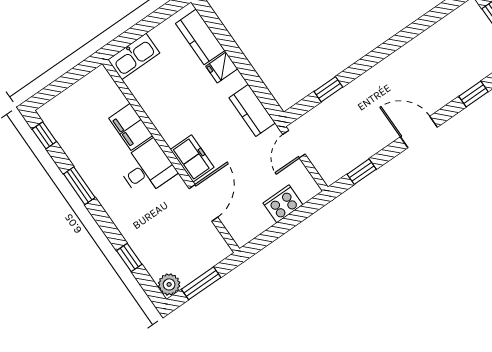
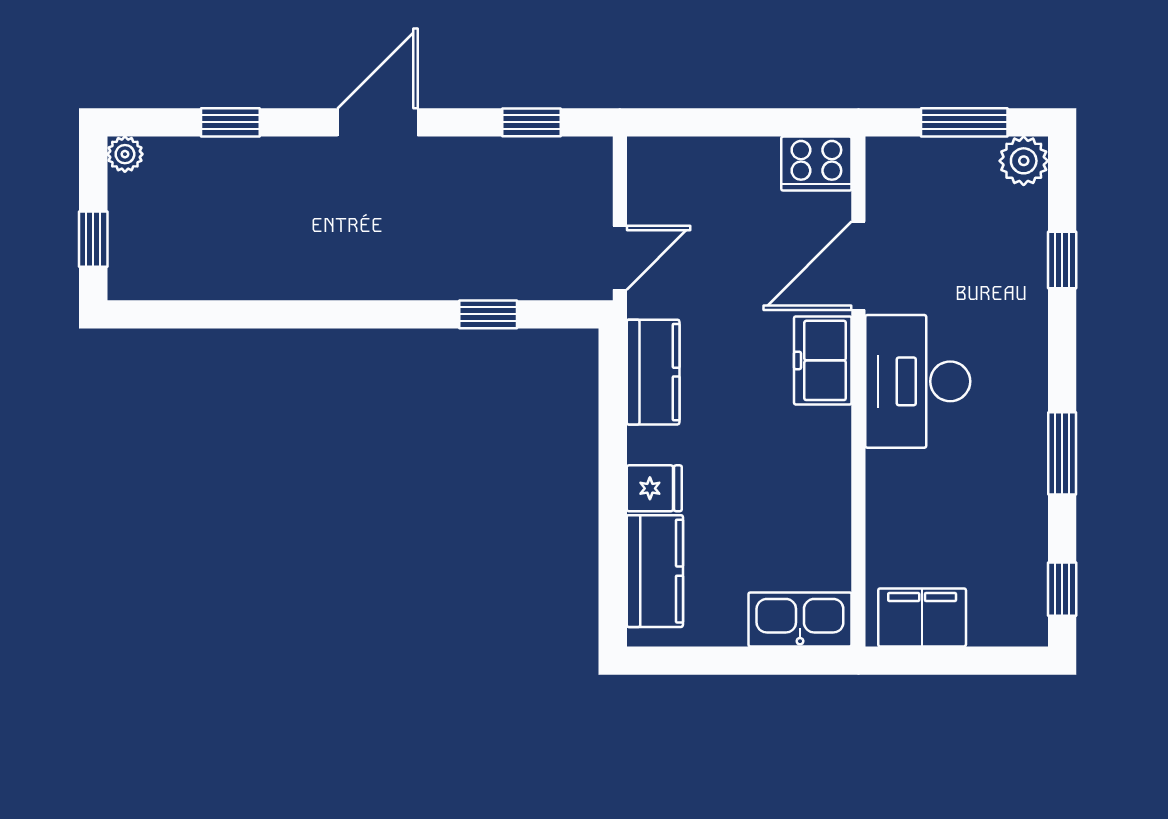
filing cabinet: (131, 127) -> (922, 617), moved, turned -90
door: (419, 132) -> (378, 122), swing flipped
desk: (147, 169) -> (918, 381), width x1.37
cooker: (283, 204) -> (816, 164), moved

